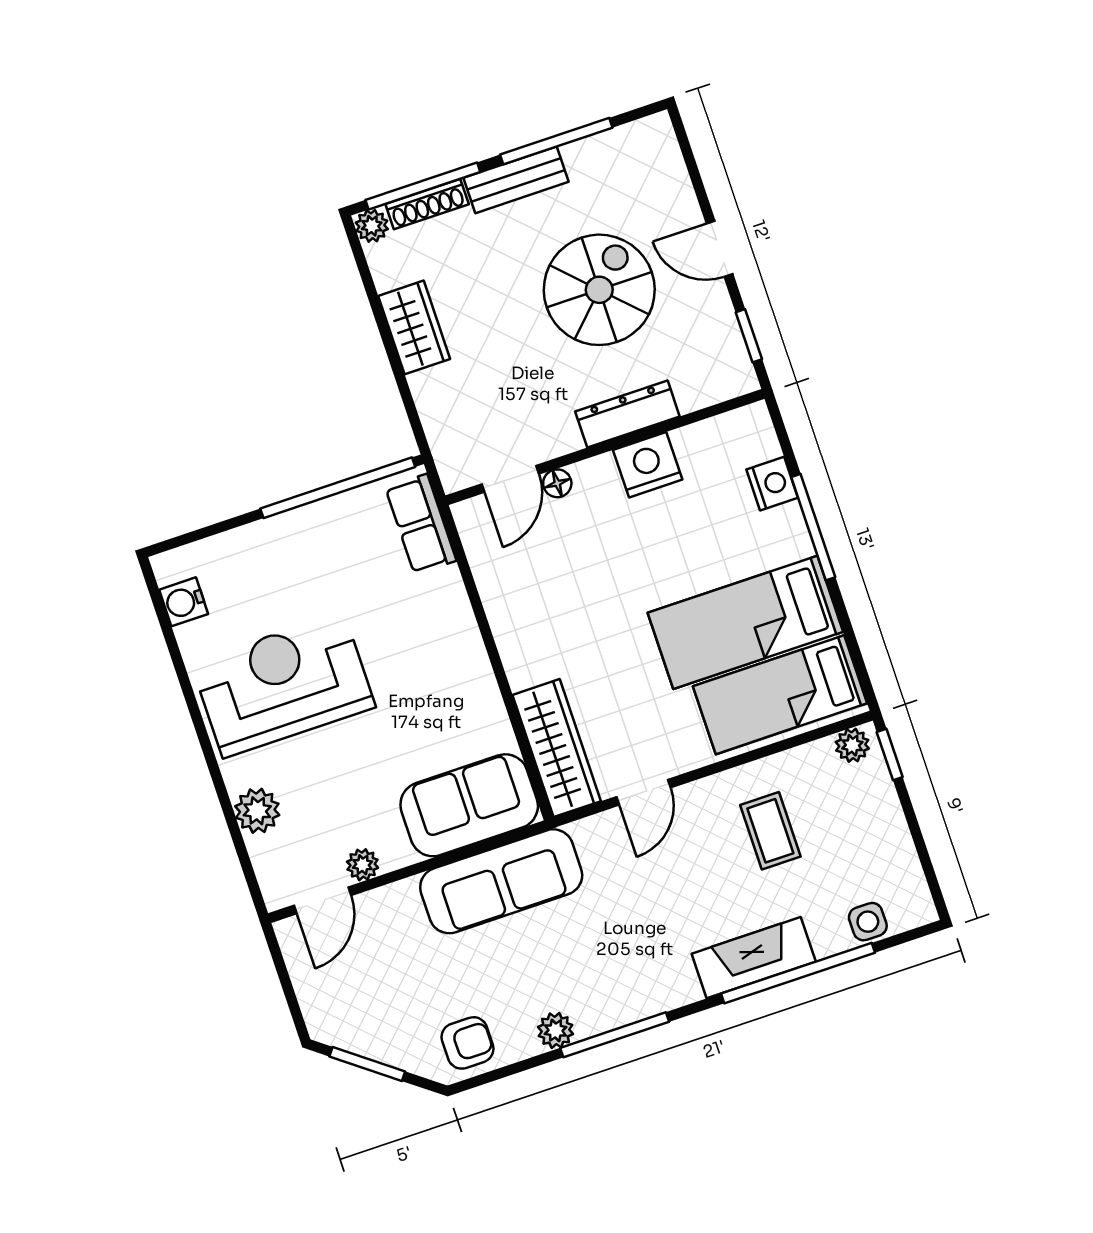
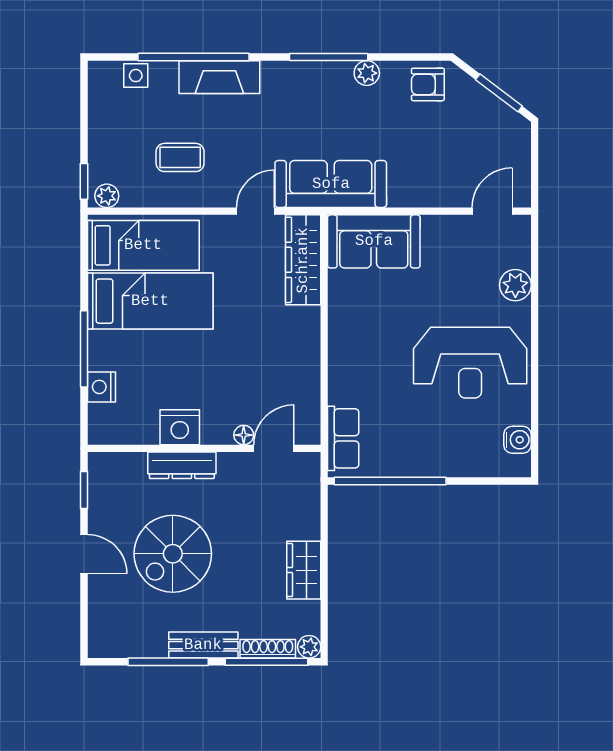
coffee table: (770, 831) -> (180, 157), turned 90
plant: (363, 865) -> (458, 226), removed
sofa: (501, 881) -> (331, 184), moved

